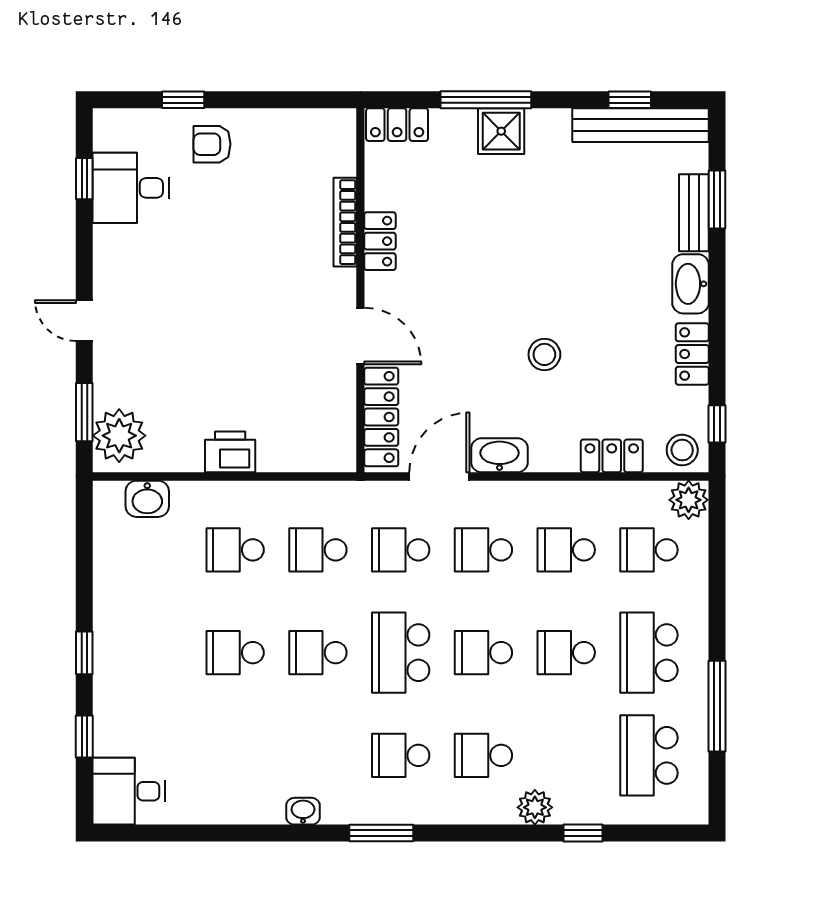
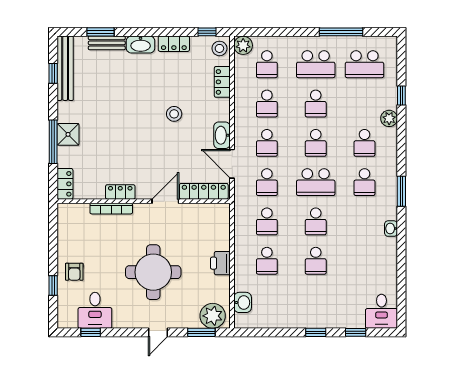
round table: (211, 311) -> (153, 272), added

